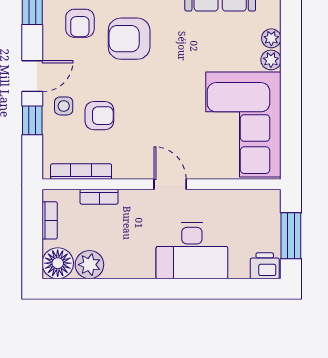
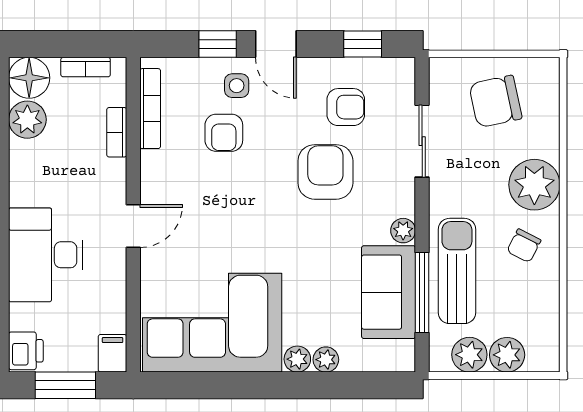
armchair: (80, 23) -> (346, 107), turned 180
filing cabinet: (267, 200) -> (113, 353), added

